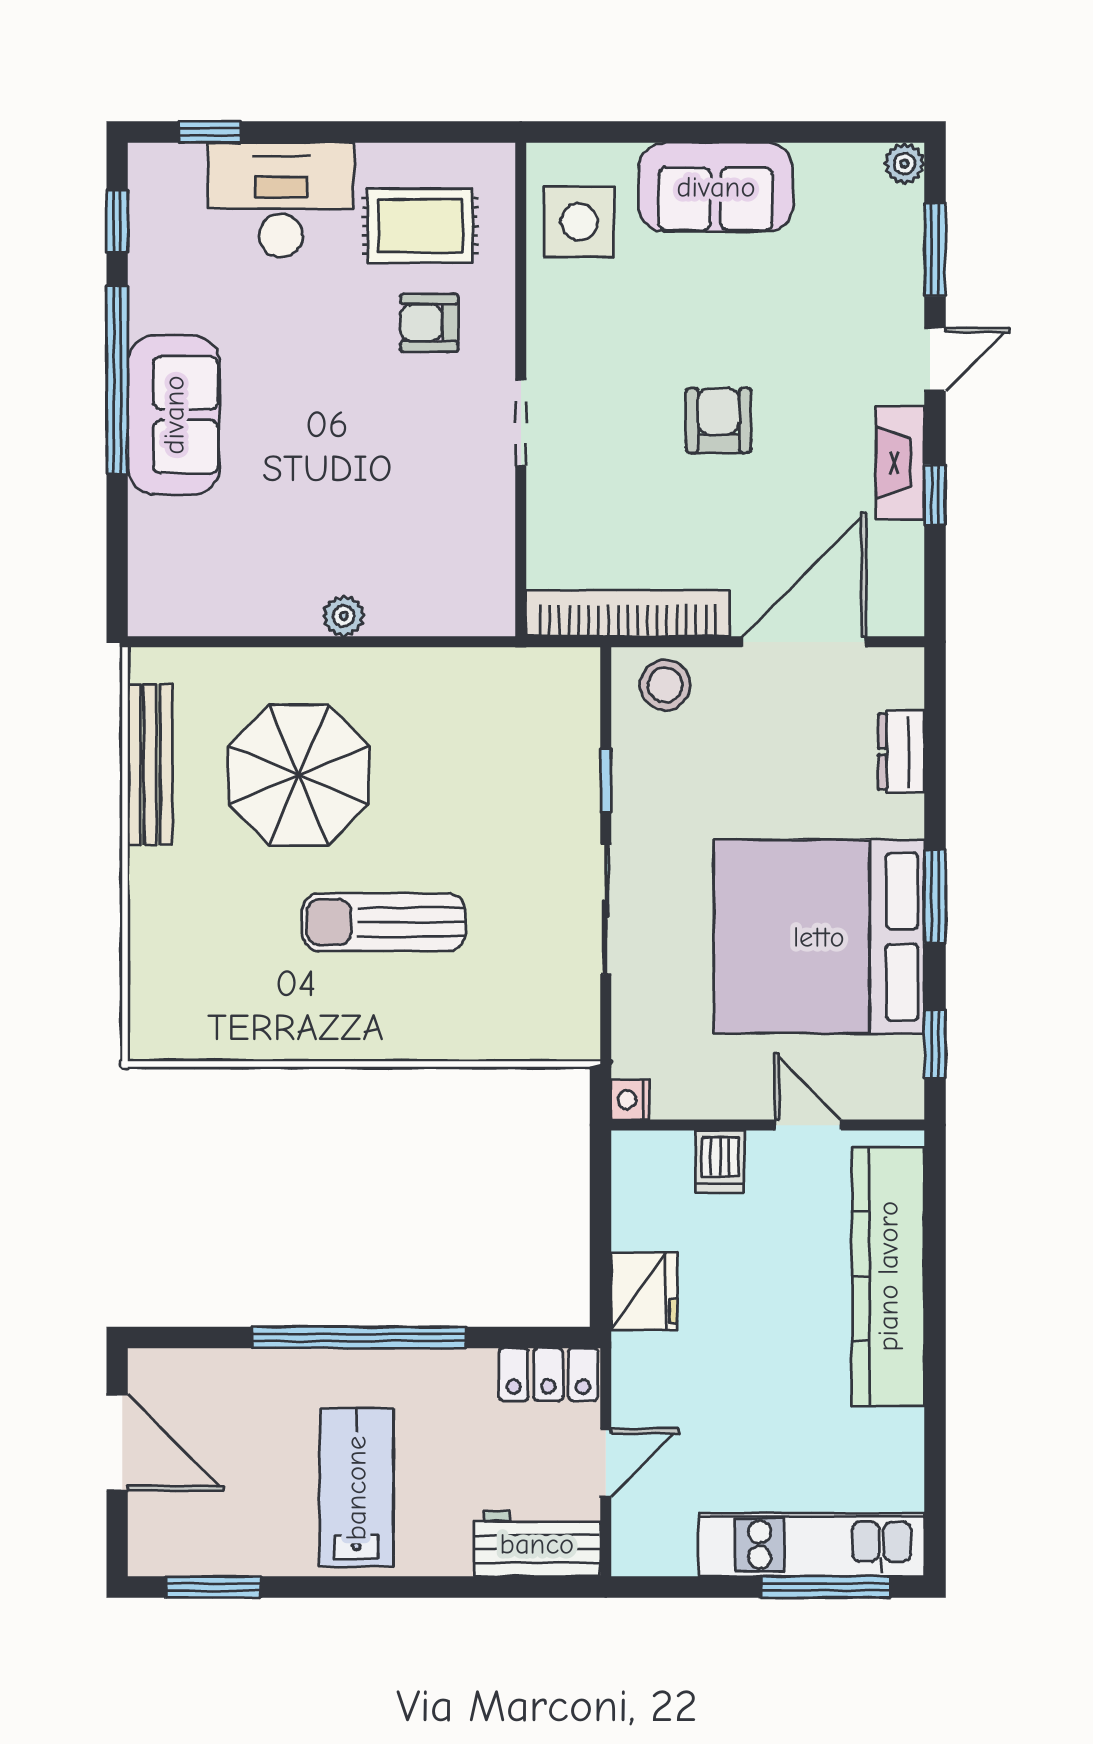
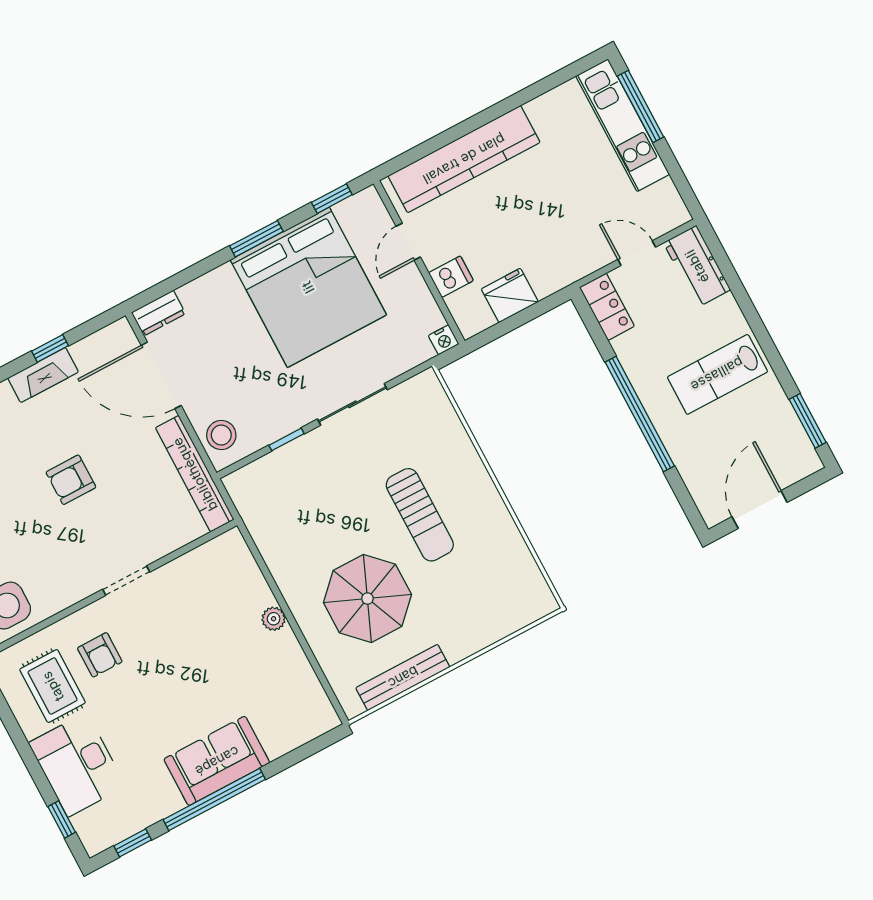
dresser: (901, 752) -> (158, 313), moved
fridge: (644, 1291) -> (510, 295), moved

